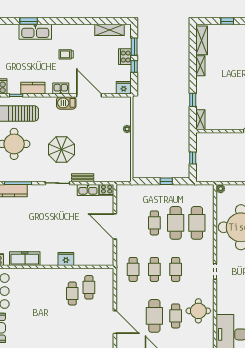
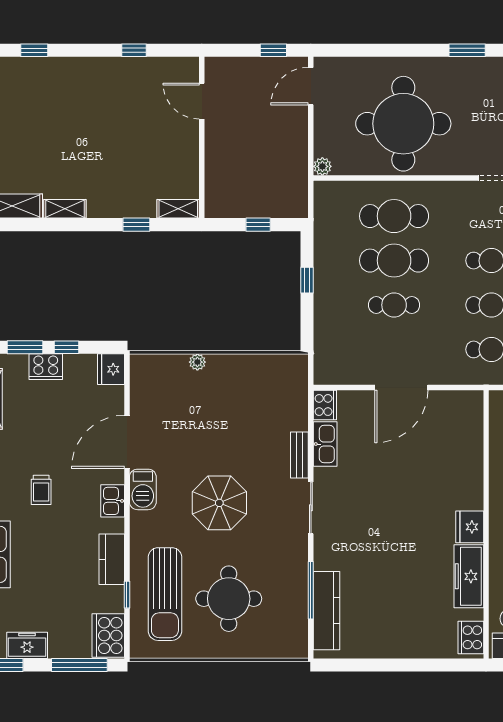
parasol: (62, 150) -> (219, 503), moved
fridge: (66, 259) -> (470, 527), moved

